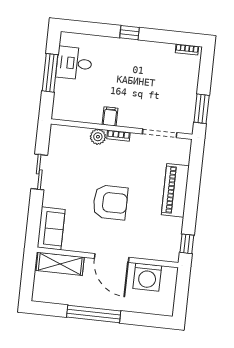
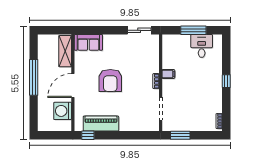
plant: (98, 137) -> (154, 67), removed
sliding door: (39, 172) -> (139, 30), moved
piano: (175, 190) -> (101, 124), moved

